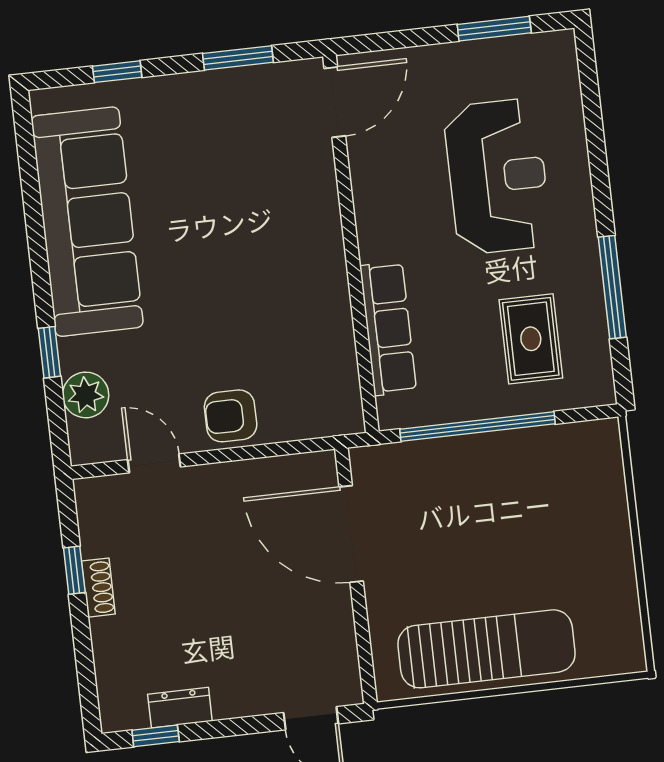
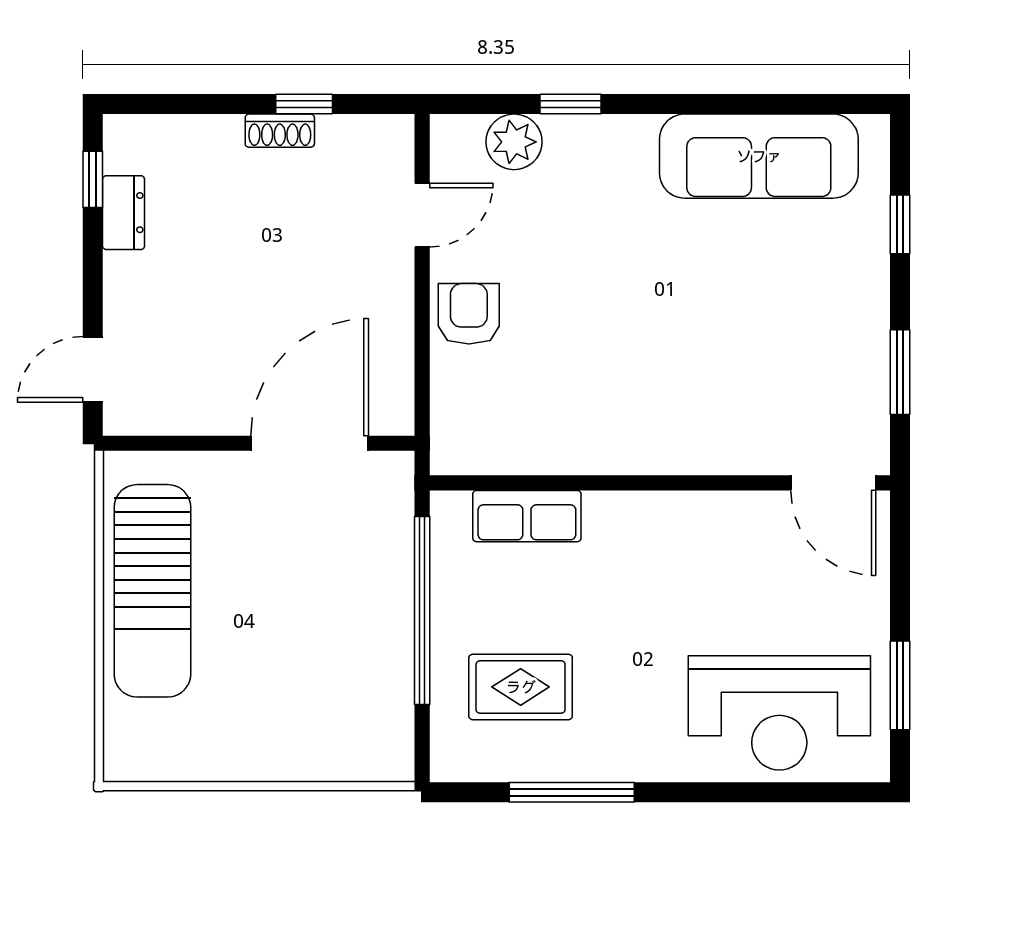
reception desk: (497, 176) -> (779, 713), moved
sofa: (87, 222) -> (759, 156), width x0.74, depth x0.79
row of seats: (388, 328) -> (527, 516), width x0.68

